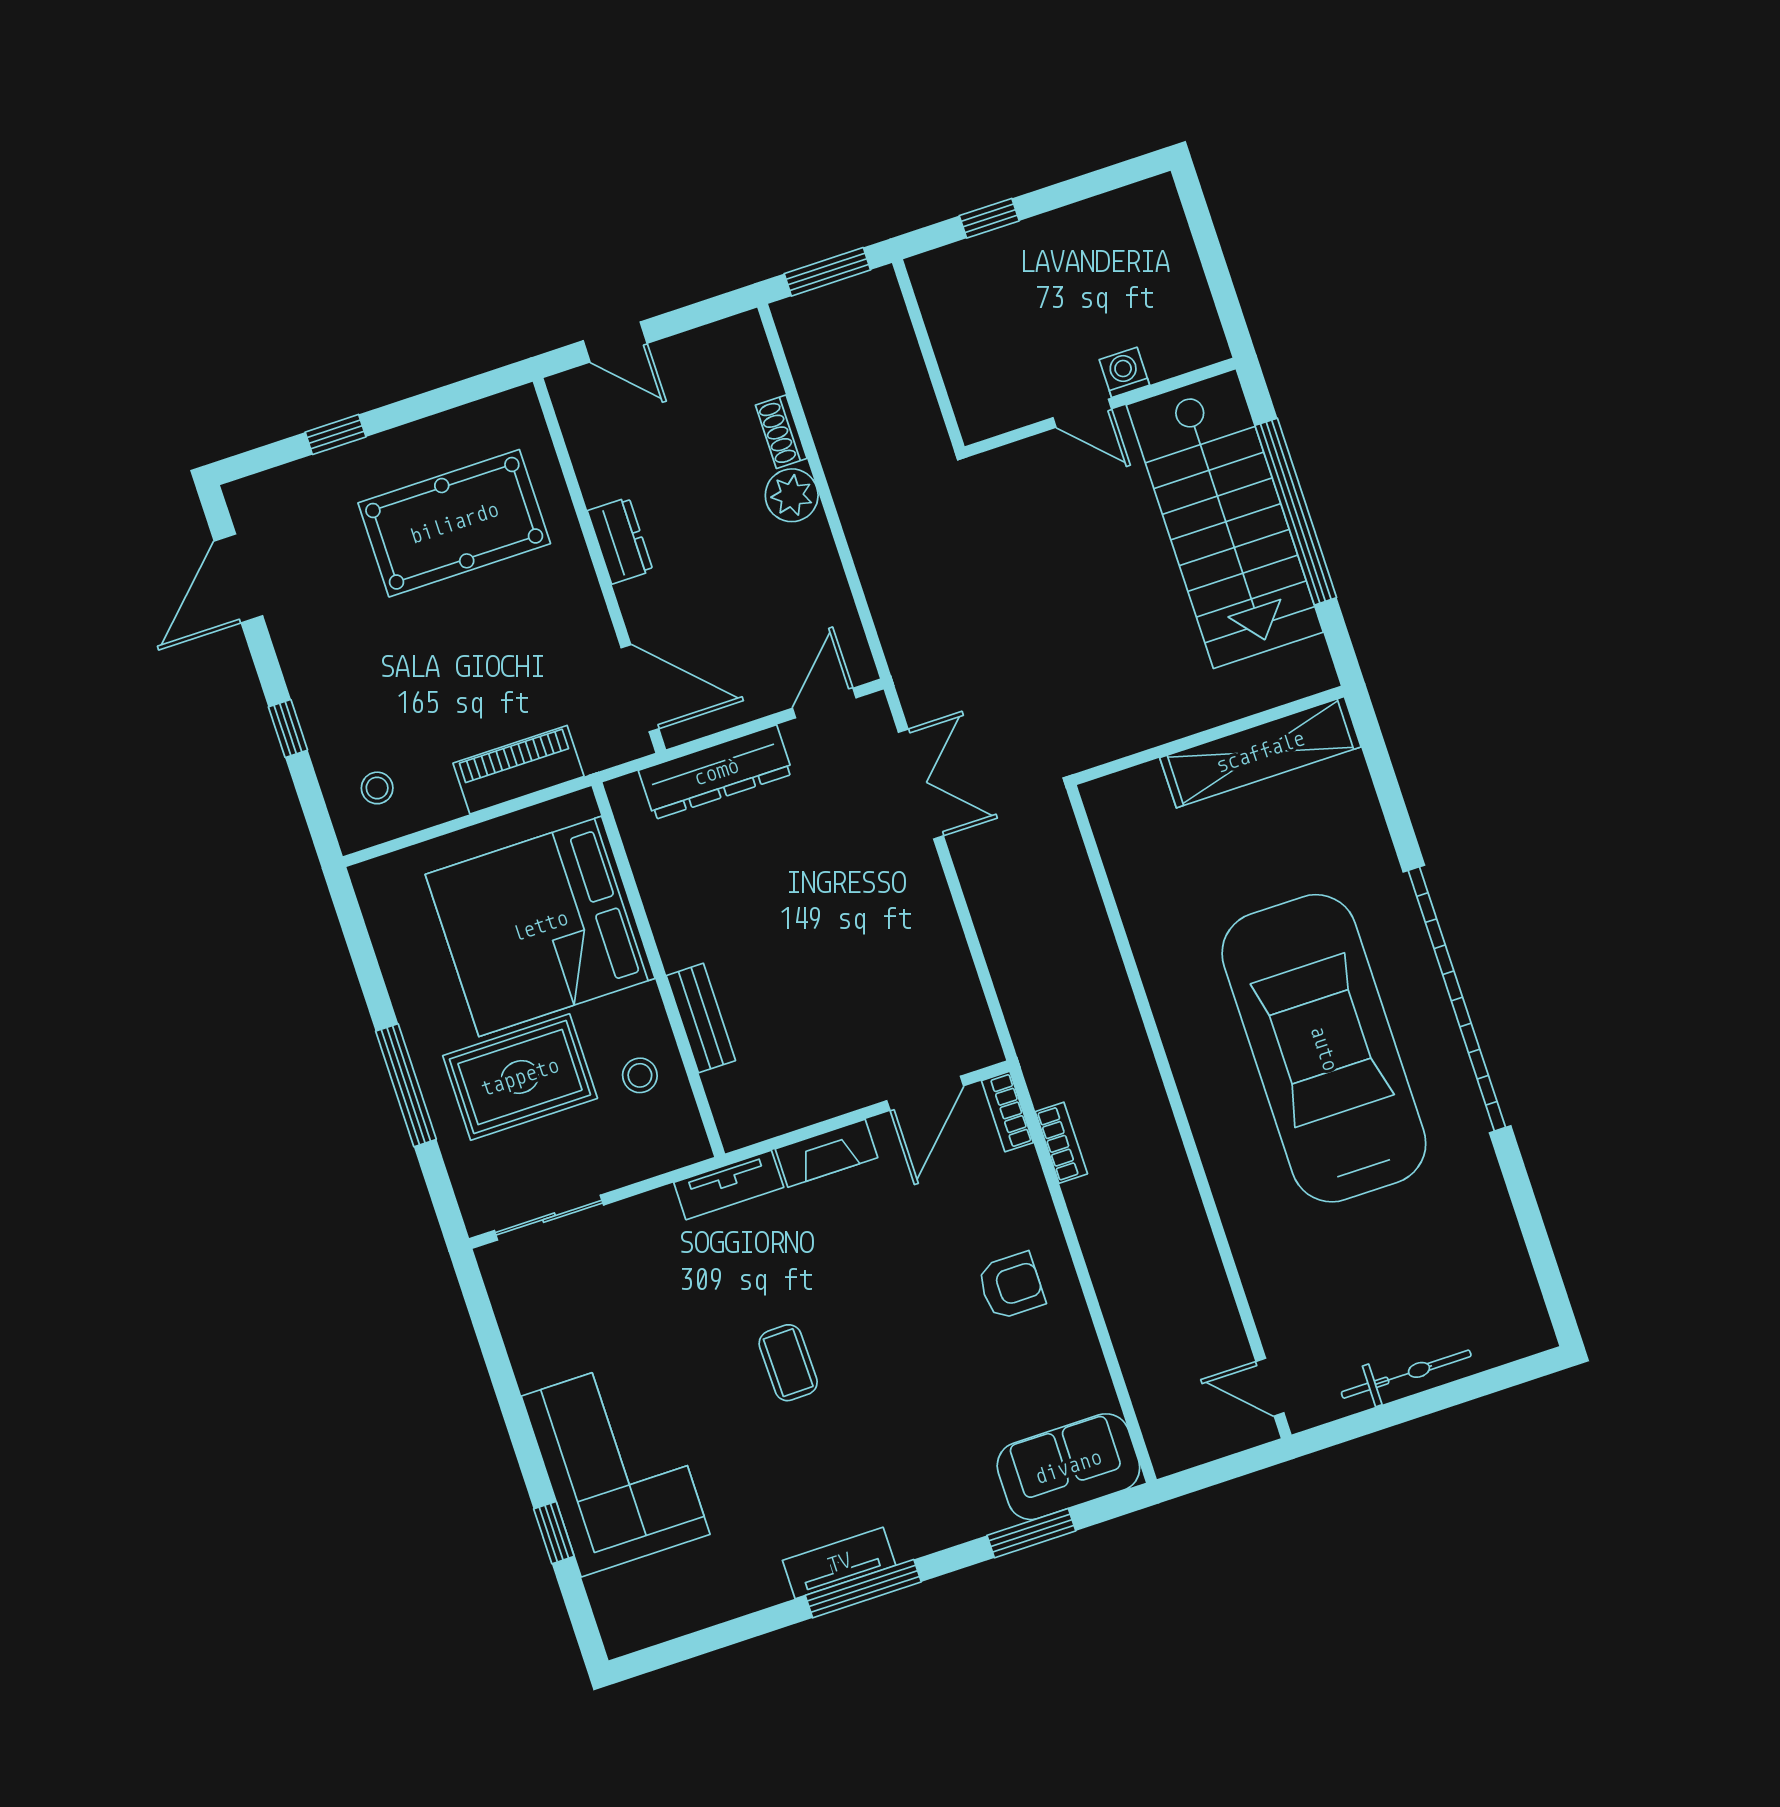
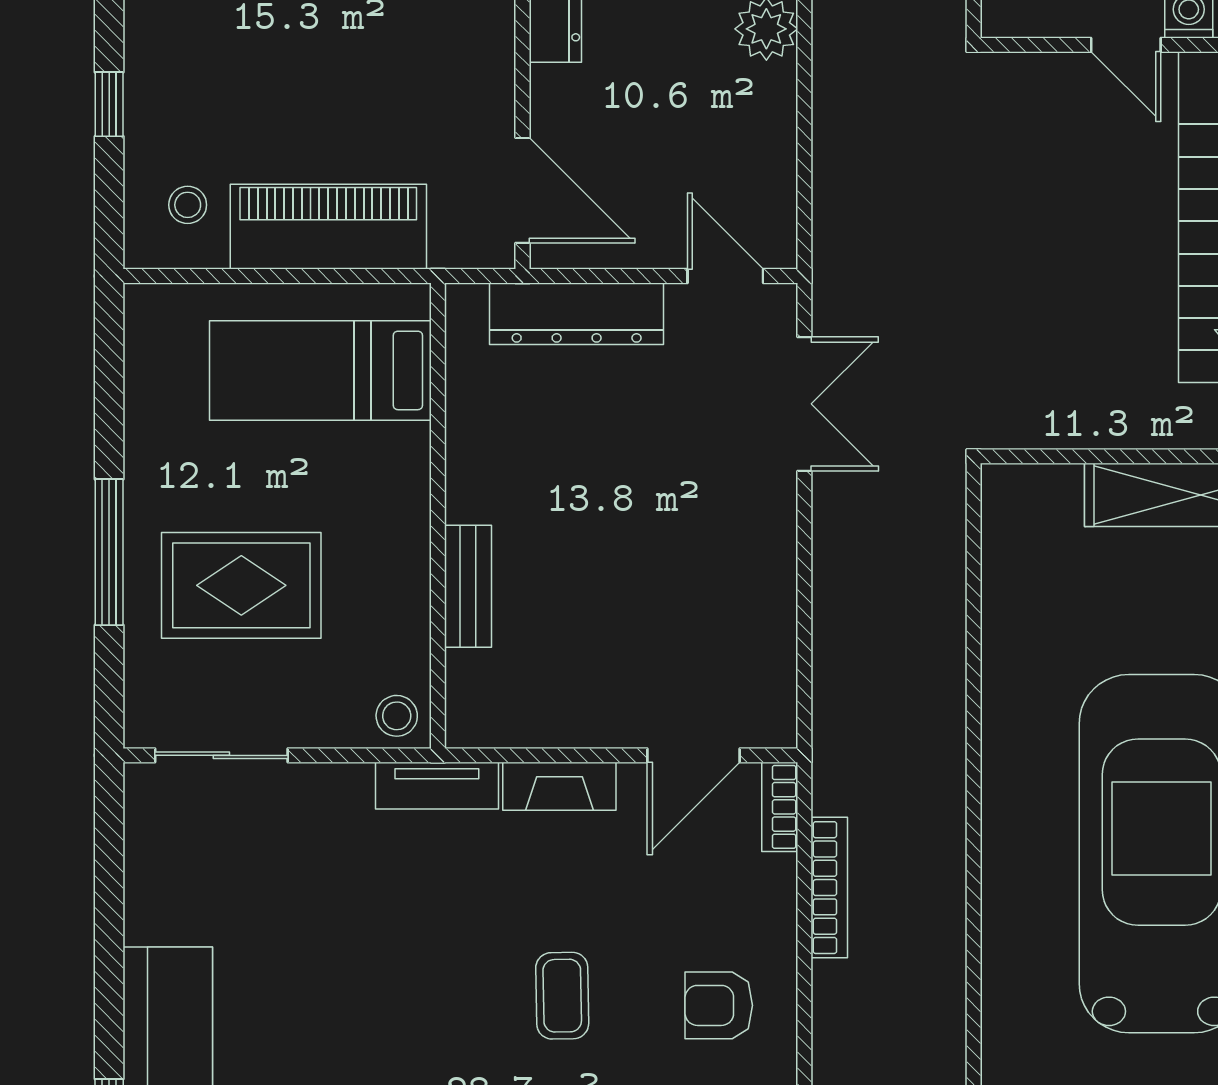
door: (824, 703) -> (725, 276), hinge flipped
piano: (519, 770) -> (328, 227), width x1.37, depth x1.33
bed: (540, 926) -> (320, 370), width x0.49
stool: (640, 1075) -> (397, 716), moved
bookcase: (1061, 1143) -> (829, 888), width x1.56
armchair: (1011, 1286) -> (719, 1005), turned 180
coffee table: (788, 1363) -> (562, 996), moved

